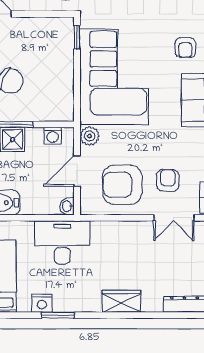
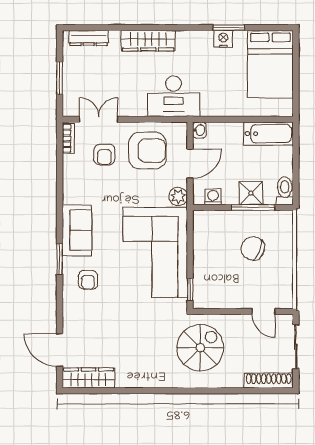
armchair: (185, 48) -> (88, 280), turned 180
desk: (62, 242) -> (174, 96), moved
wardrobe: (121, 301) -> (148, 41), width x1.50
window: (58, 315) -> (229, 28), moved

